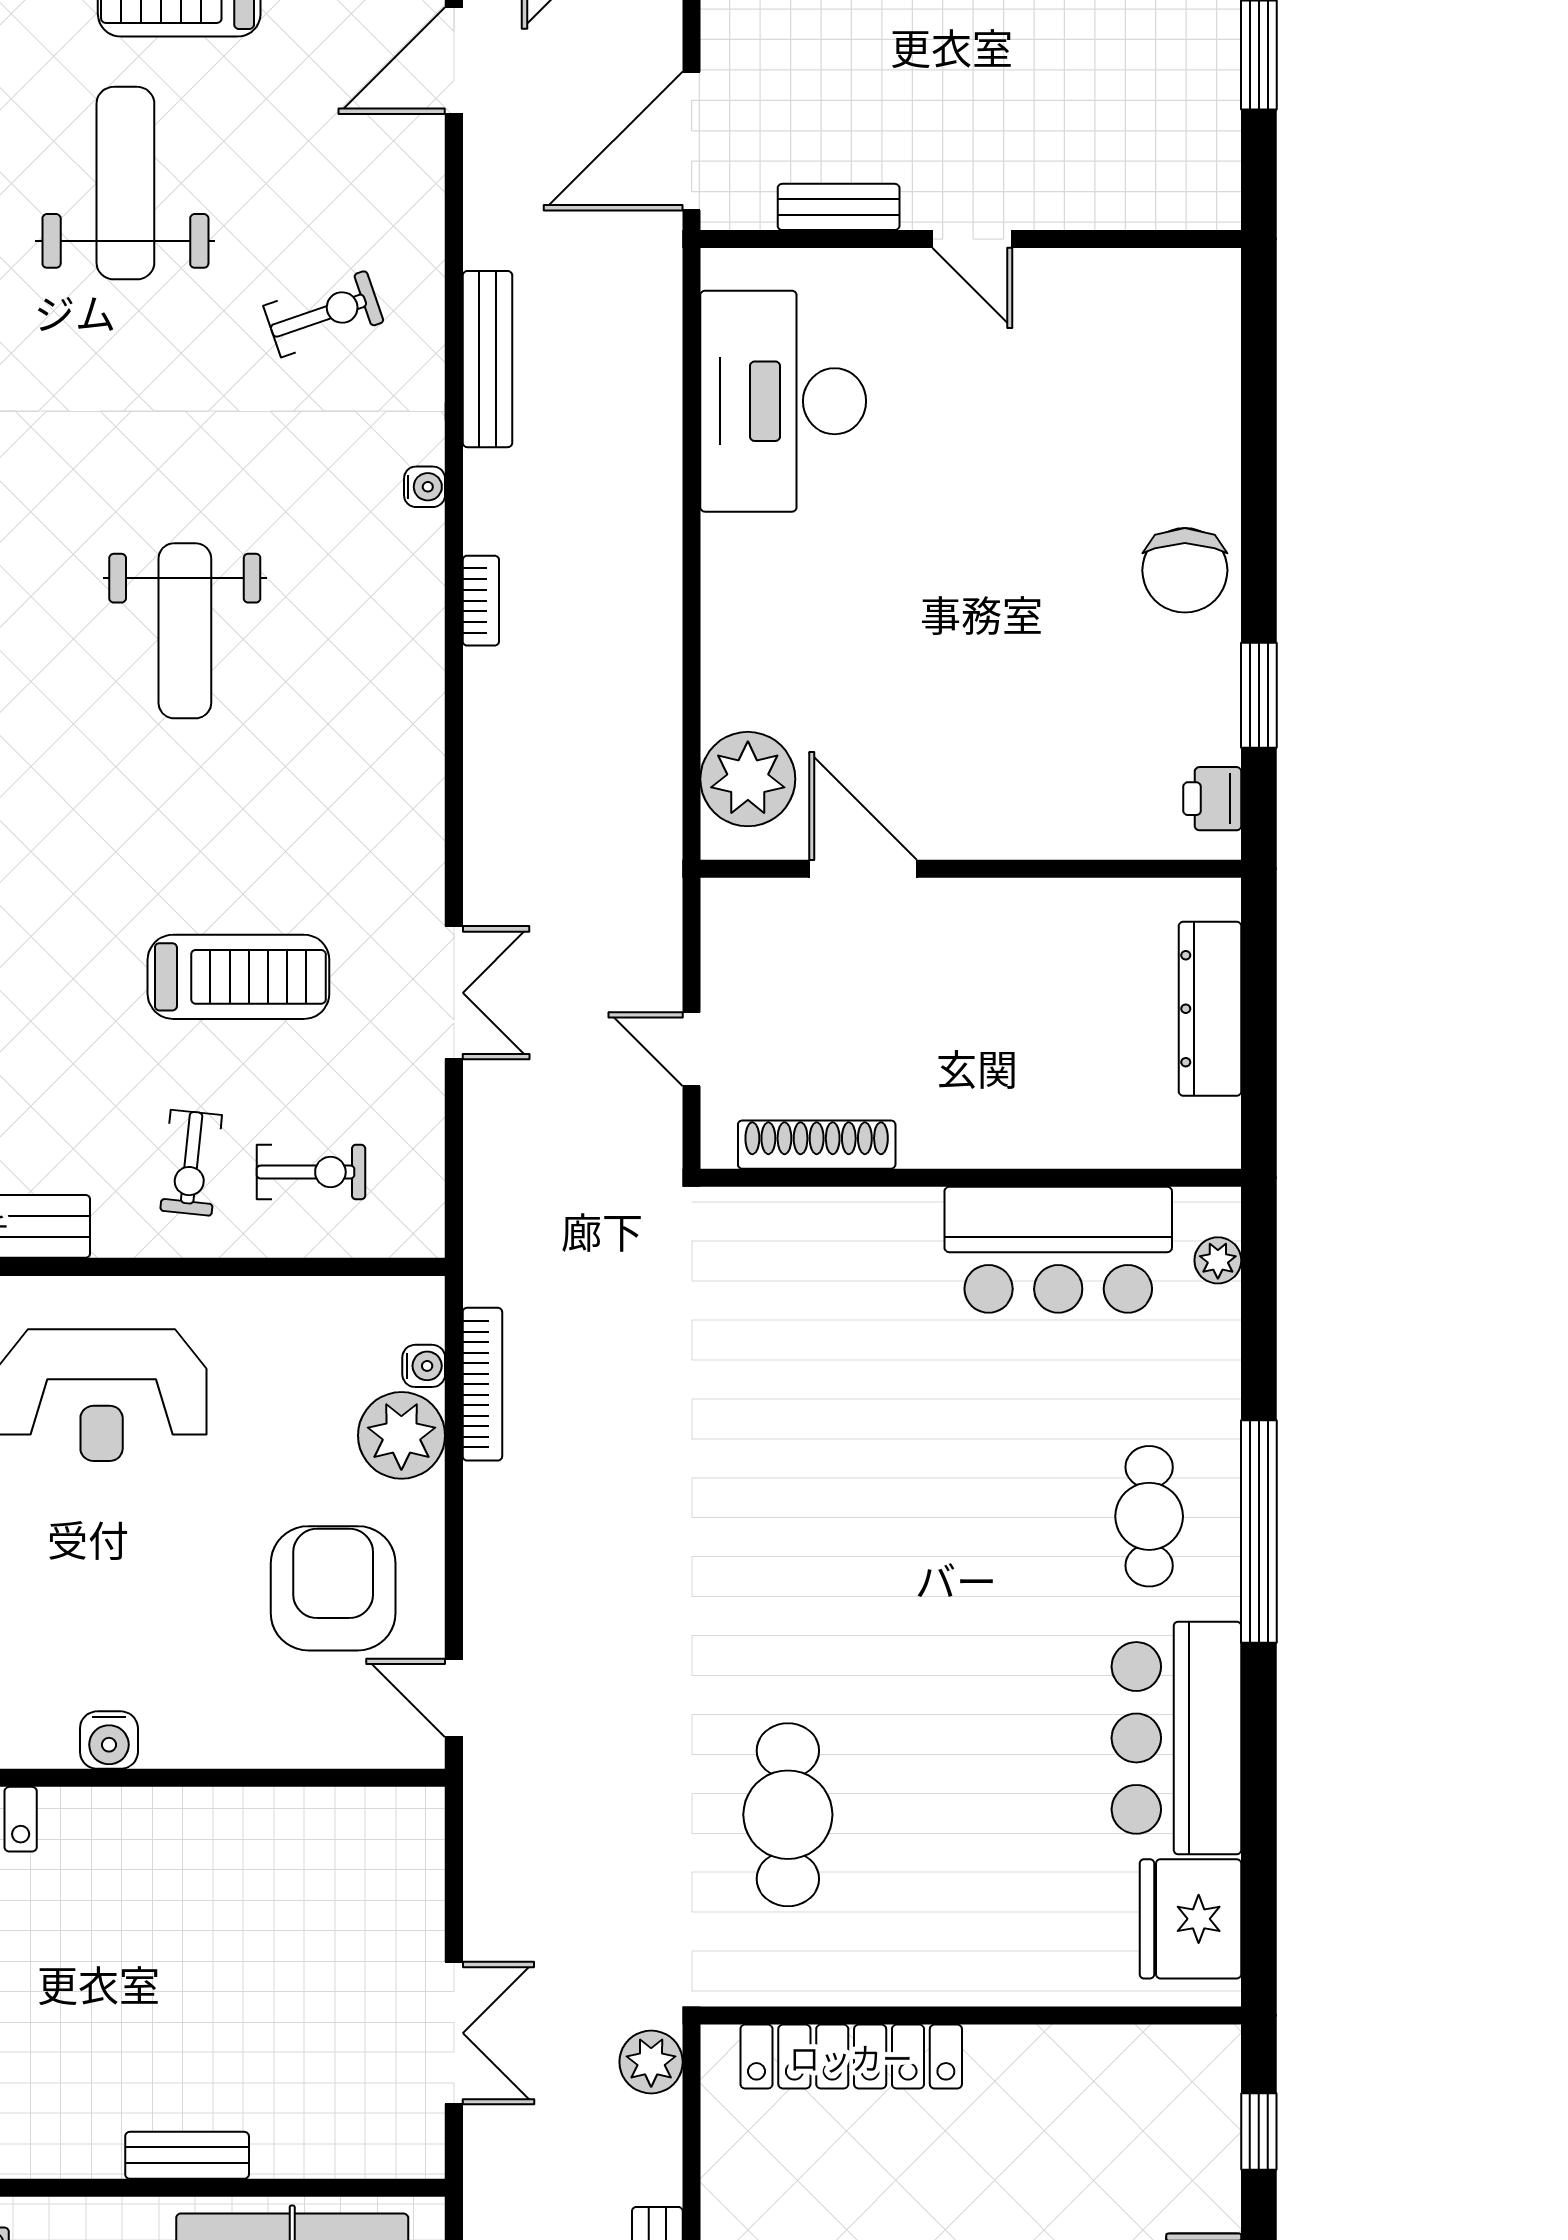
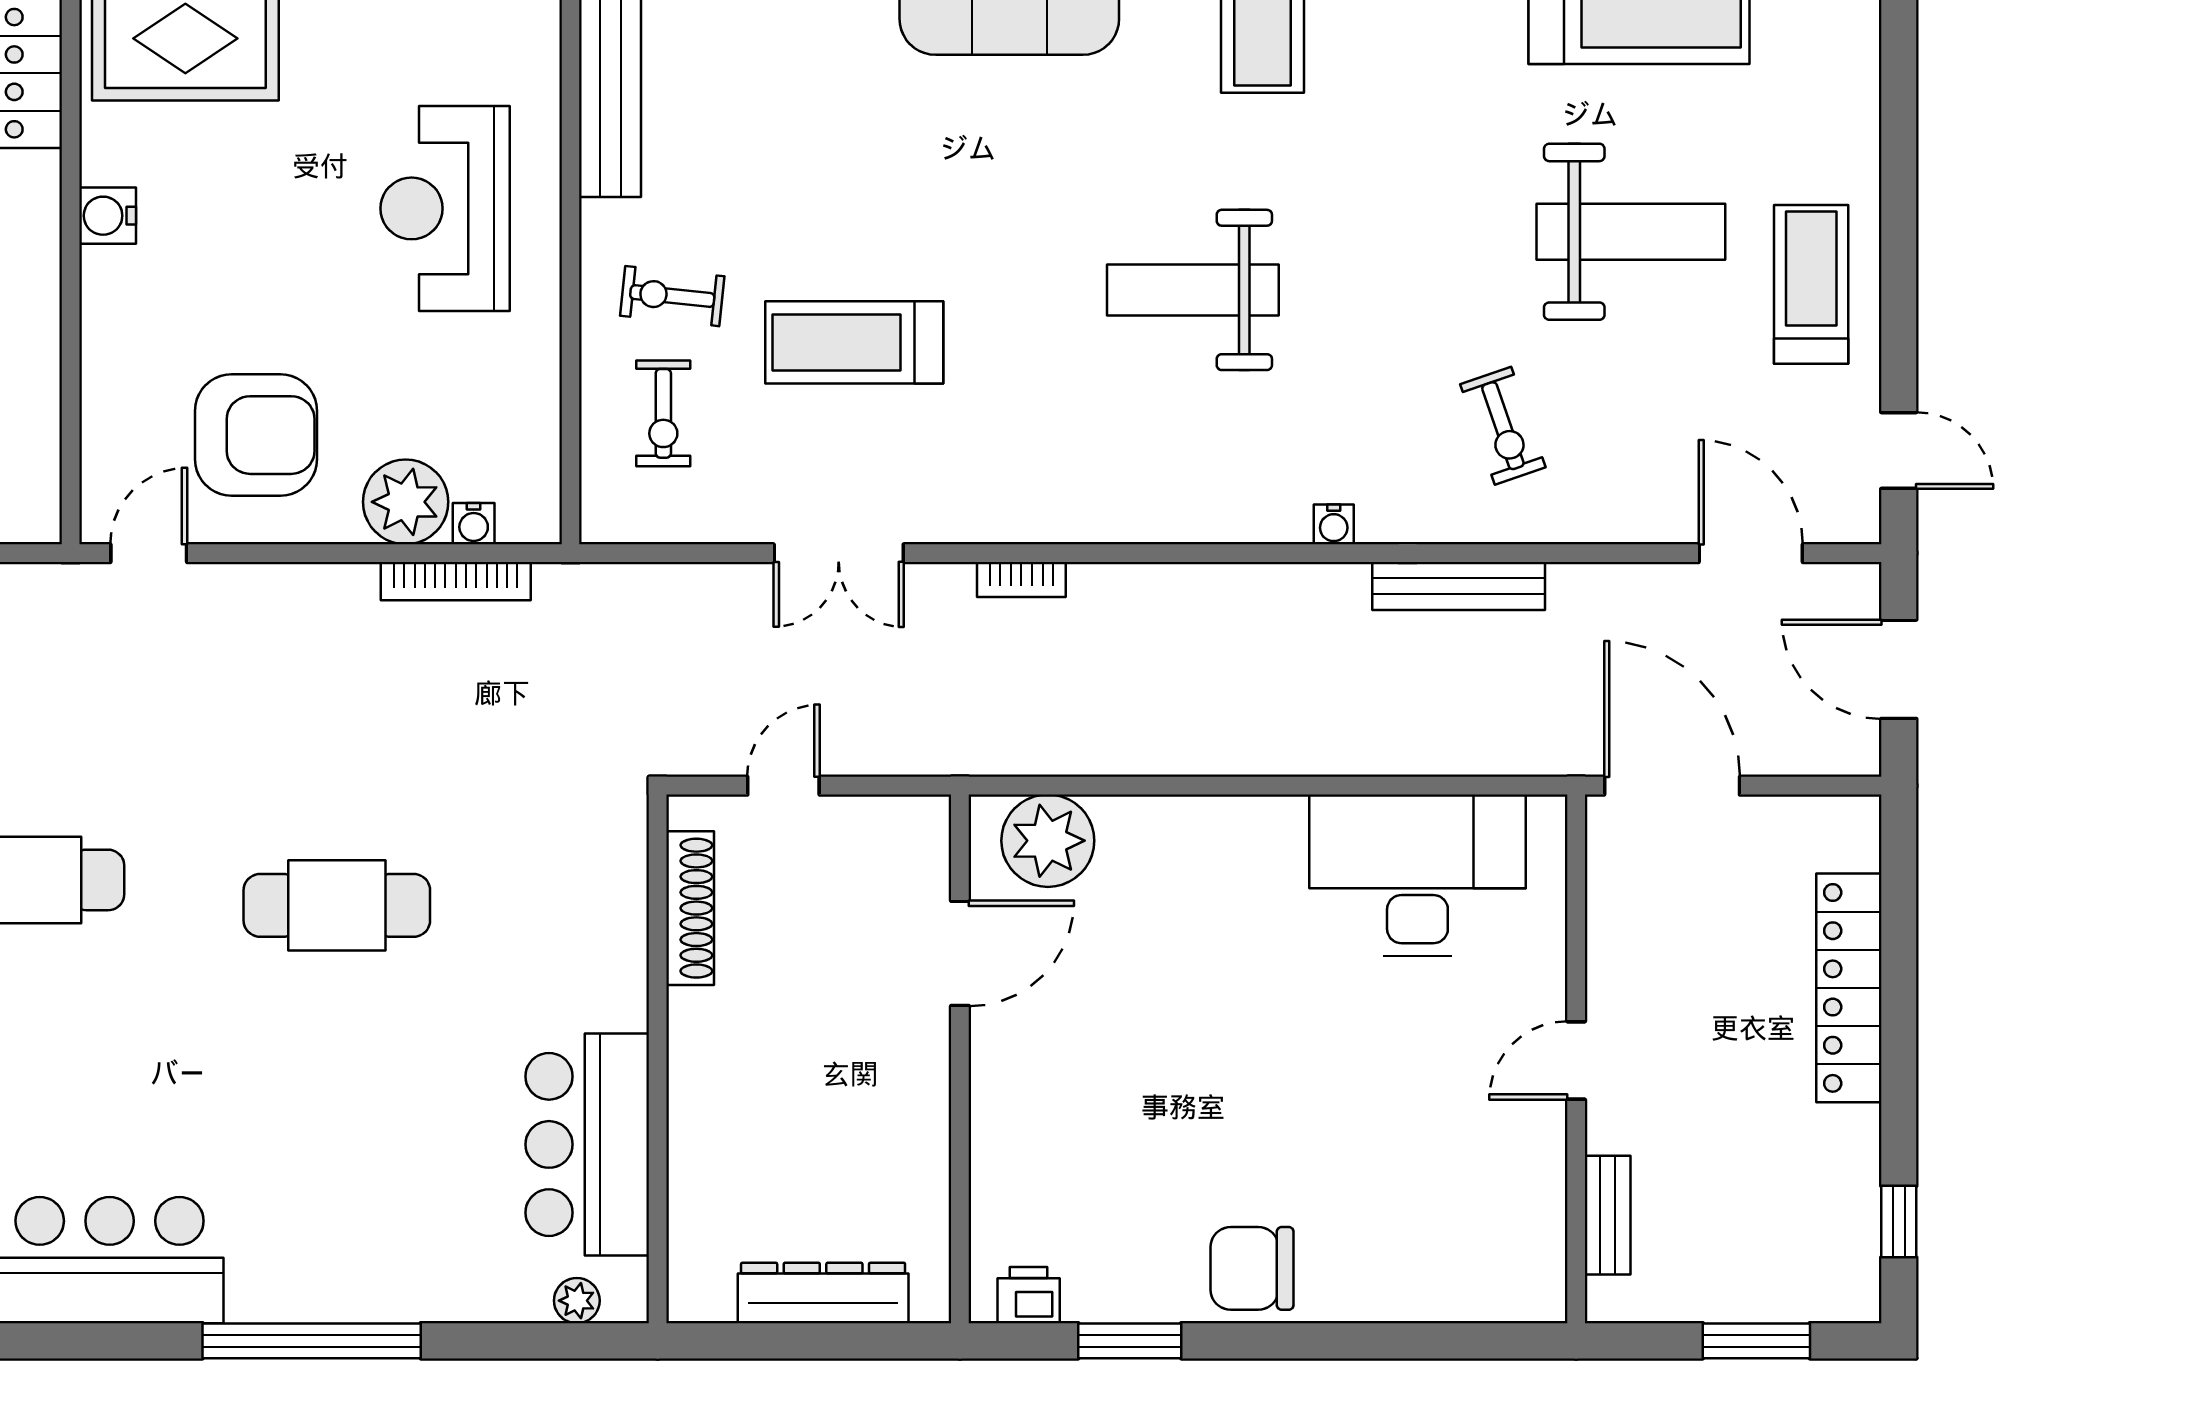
bench: (839, 207) -> (1608, 1215), moved
bookcase: (481, 601) -> (1021, 580), moved
treadmill: (238, 977) -> (854, 342), turned 90
cafe table: (1149, 1516) -> (337, 905), moved, width x1.37, depth x1.35

